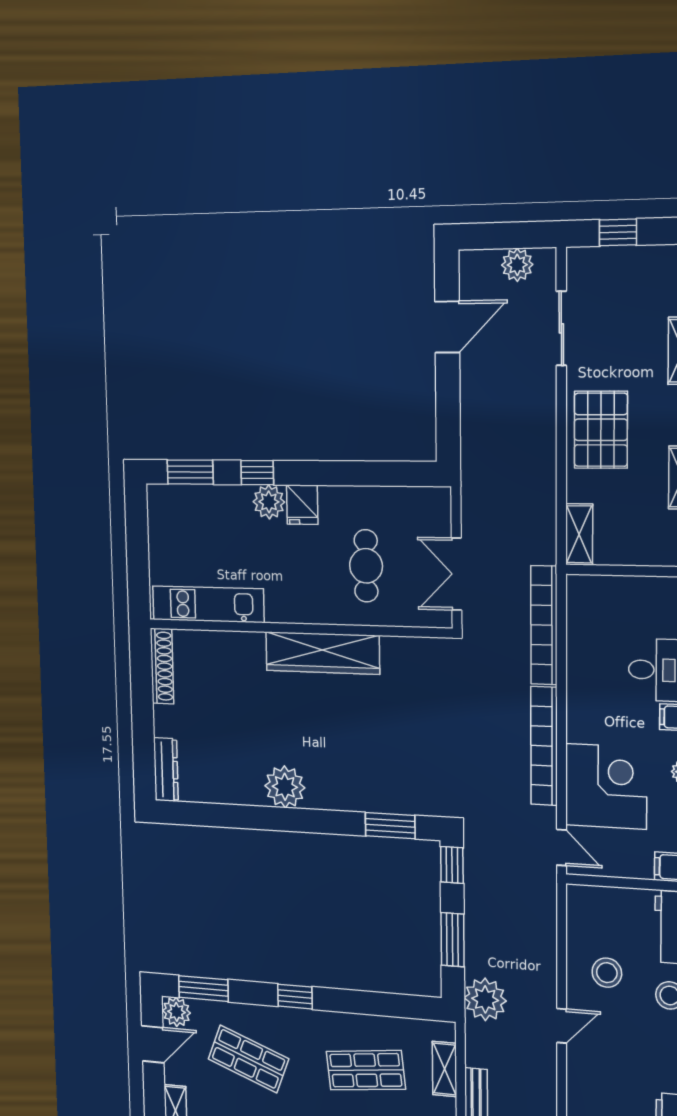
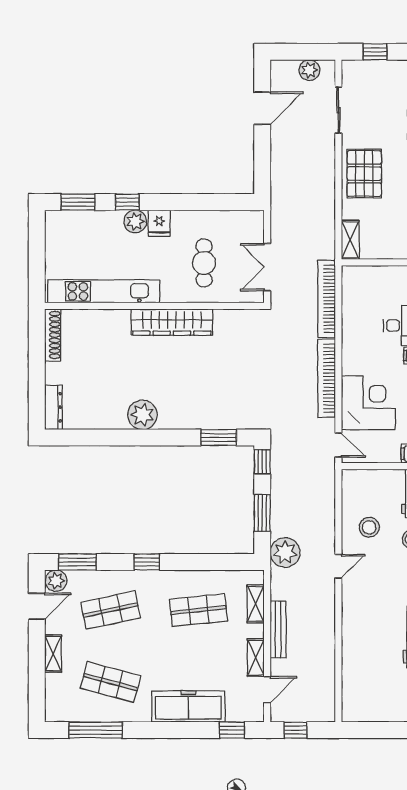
kitchen unit: (208, 604) -> (104, 291), width x1.36
shop shelf: (248, 1059) -> (111, 610), turned -33

